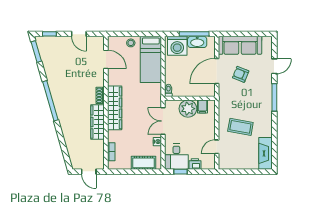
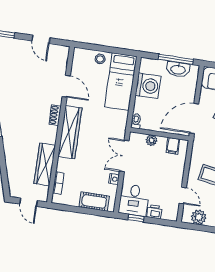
washing machine: (177, 46) -> (148, 86), moved, turned -90
door: (106, 59) -> (66, 86), moved
door: (217, 71) -> (194, 118), moved
plant: (188, 109) -> (152, 140), width x0.53, depth x0.53
wardrobe: (97, 122) -> (45, 164), moved
door: (217, 147) -> (183, 195), swing flipped
plant: (233, 163) -> (199, 217), added

